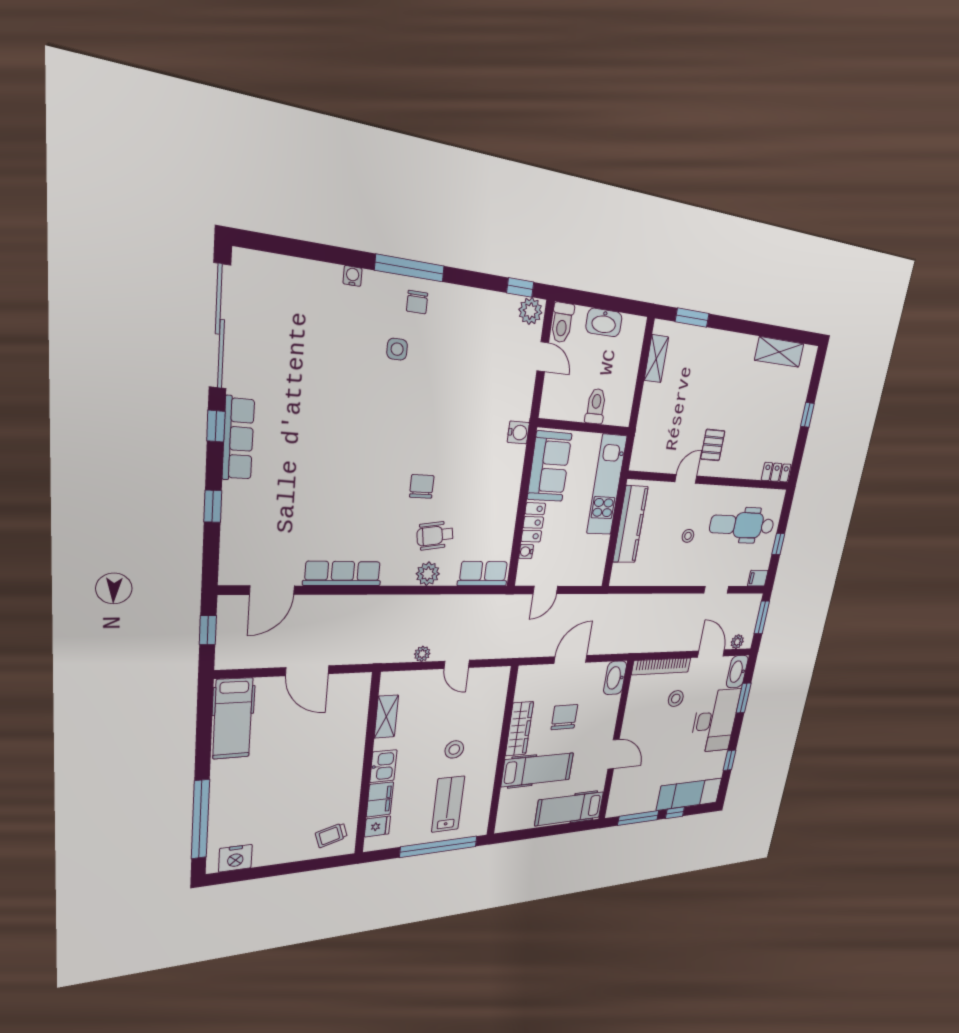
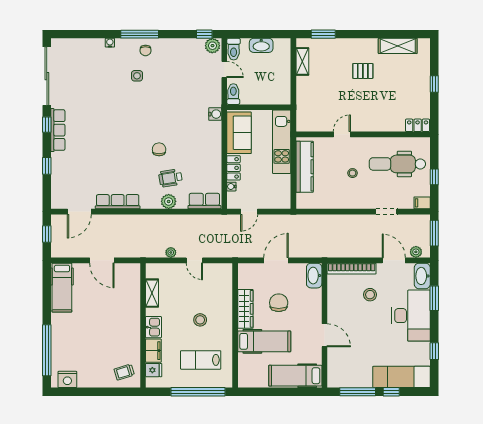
toilet: (596, 406) -> (233, 94), moved
pallet: (713, 445) -> (363, 71), moved, turned 90
lab bench: (448, 804) -> (201, 360), turned -90

